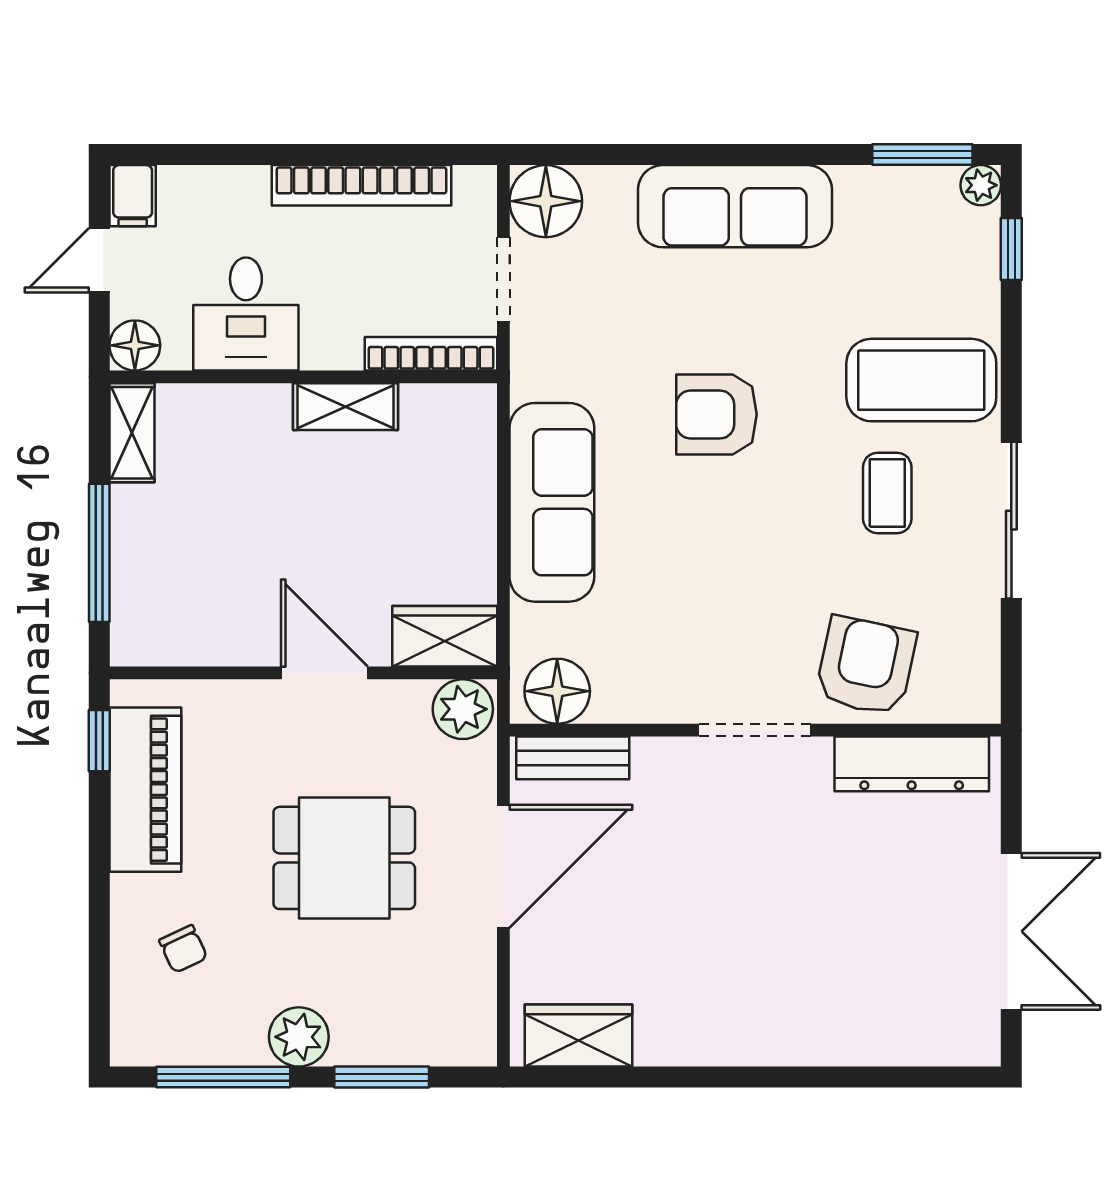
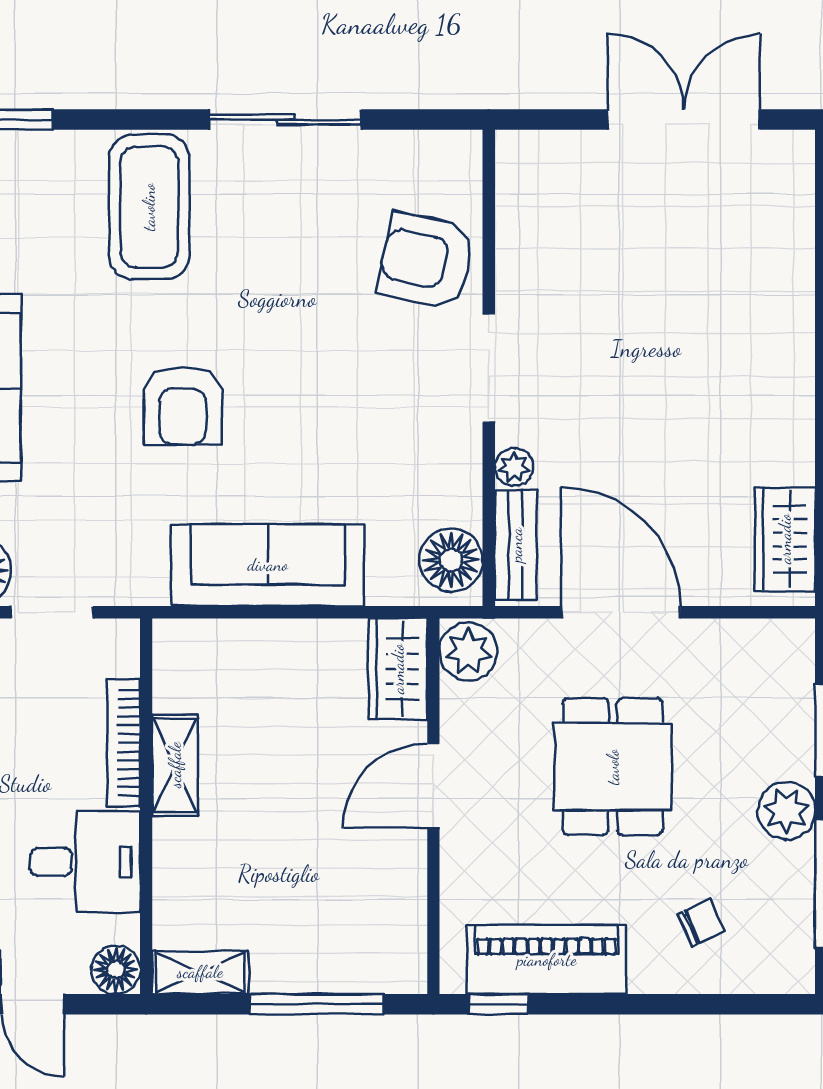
bookcase: (431, 354) -> (124, 743), moved
coffee table: (887, 493) -> (259, 240), removed
plant: (653, 756) -> (514, 467), added
dresser: (912, 764) -> (521, 216), removed

